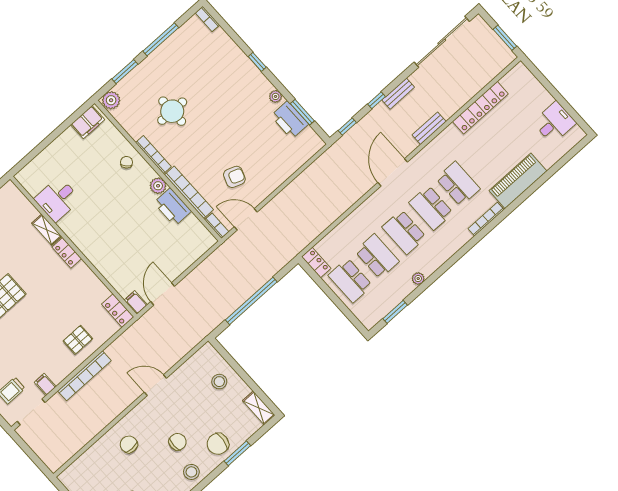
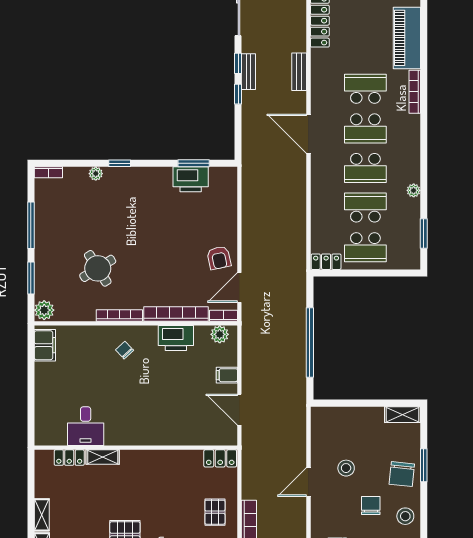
plant: (276, 96) -> (96, 174), moved
round table: (172, 111) -> (98, 268), turned -32
window: (347, 127) -> (238, 63), moved
chair: (127, 162) -> (125, 350), moved
armchair: (234, 177) -> (219, 258), moved, turned 148
plant: (158, 186) -> (220, 334), moved
locker: (67, 253) -> (69, 458), moved
filing cabinet: (136, 302) -> (227, 375), moved
stool: (219, 382) -> (346, 468), moved

